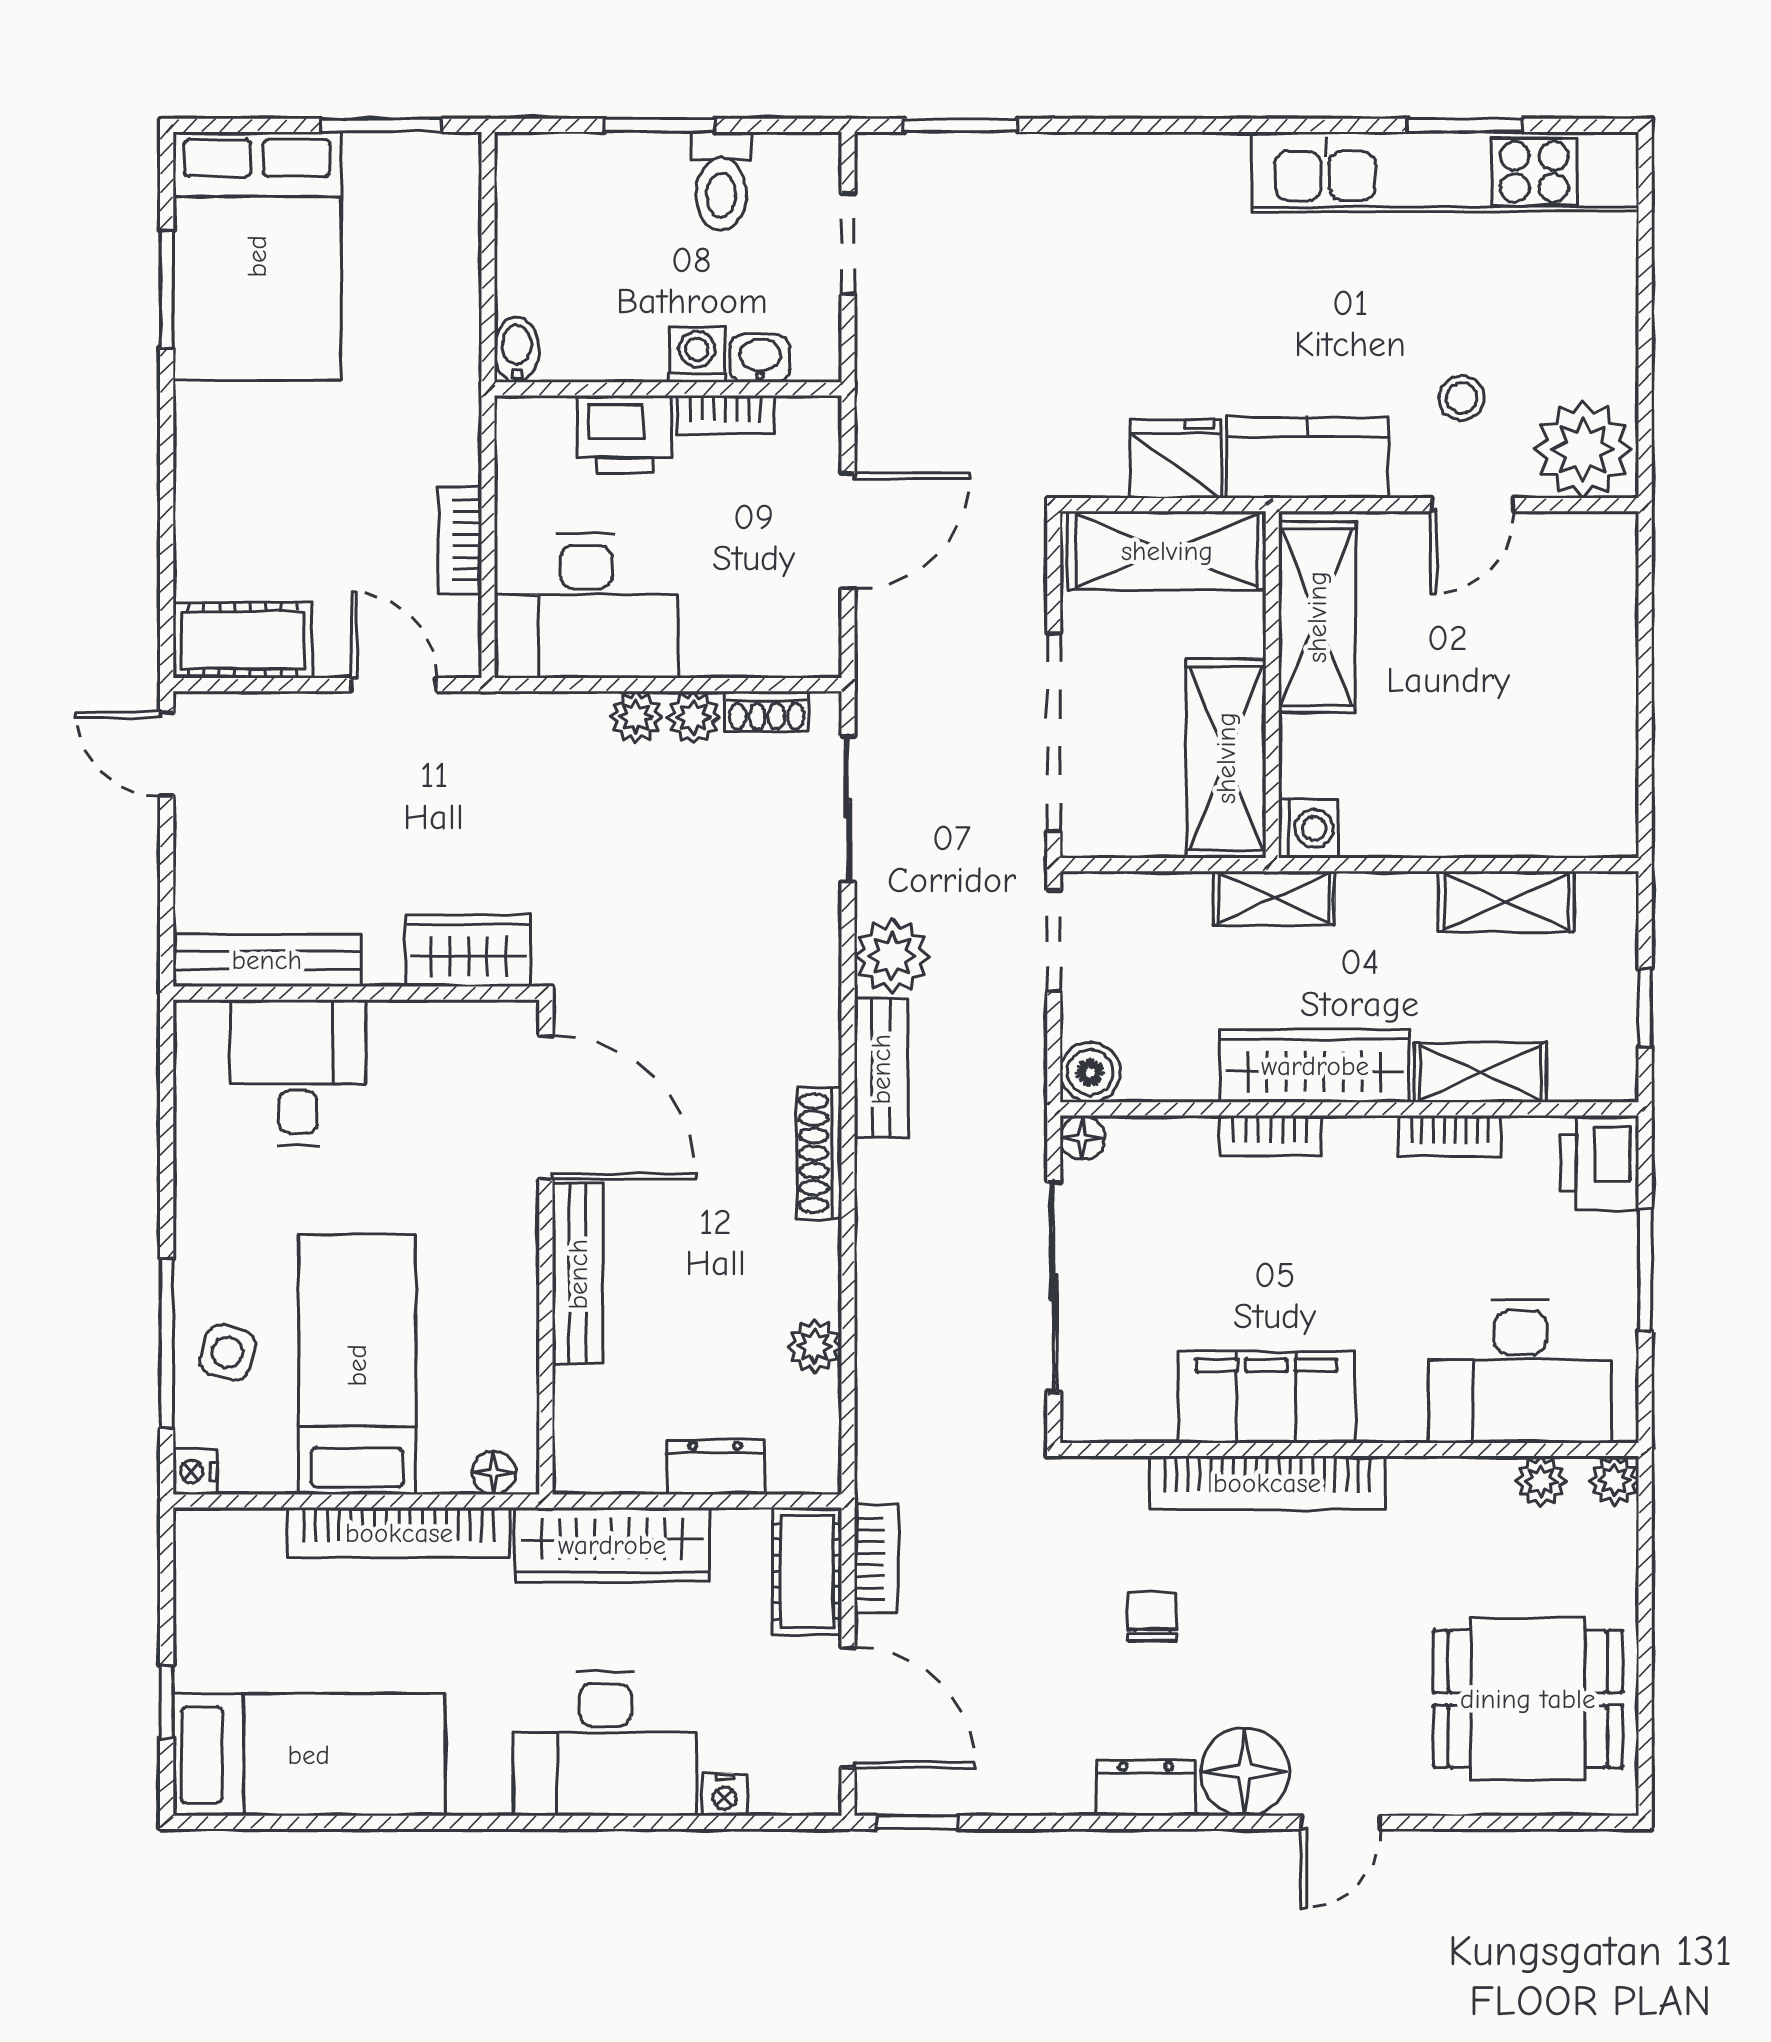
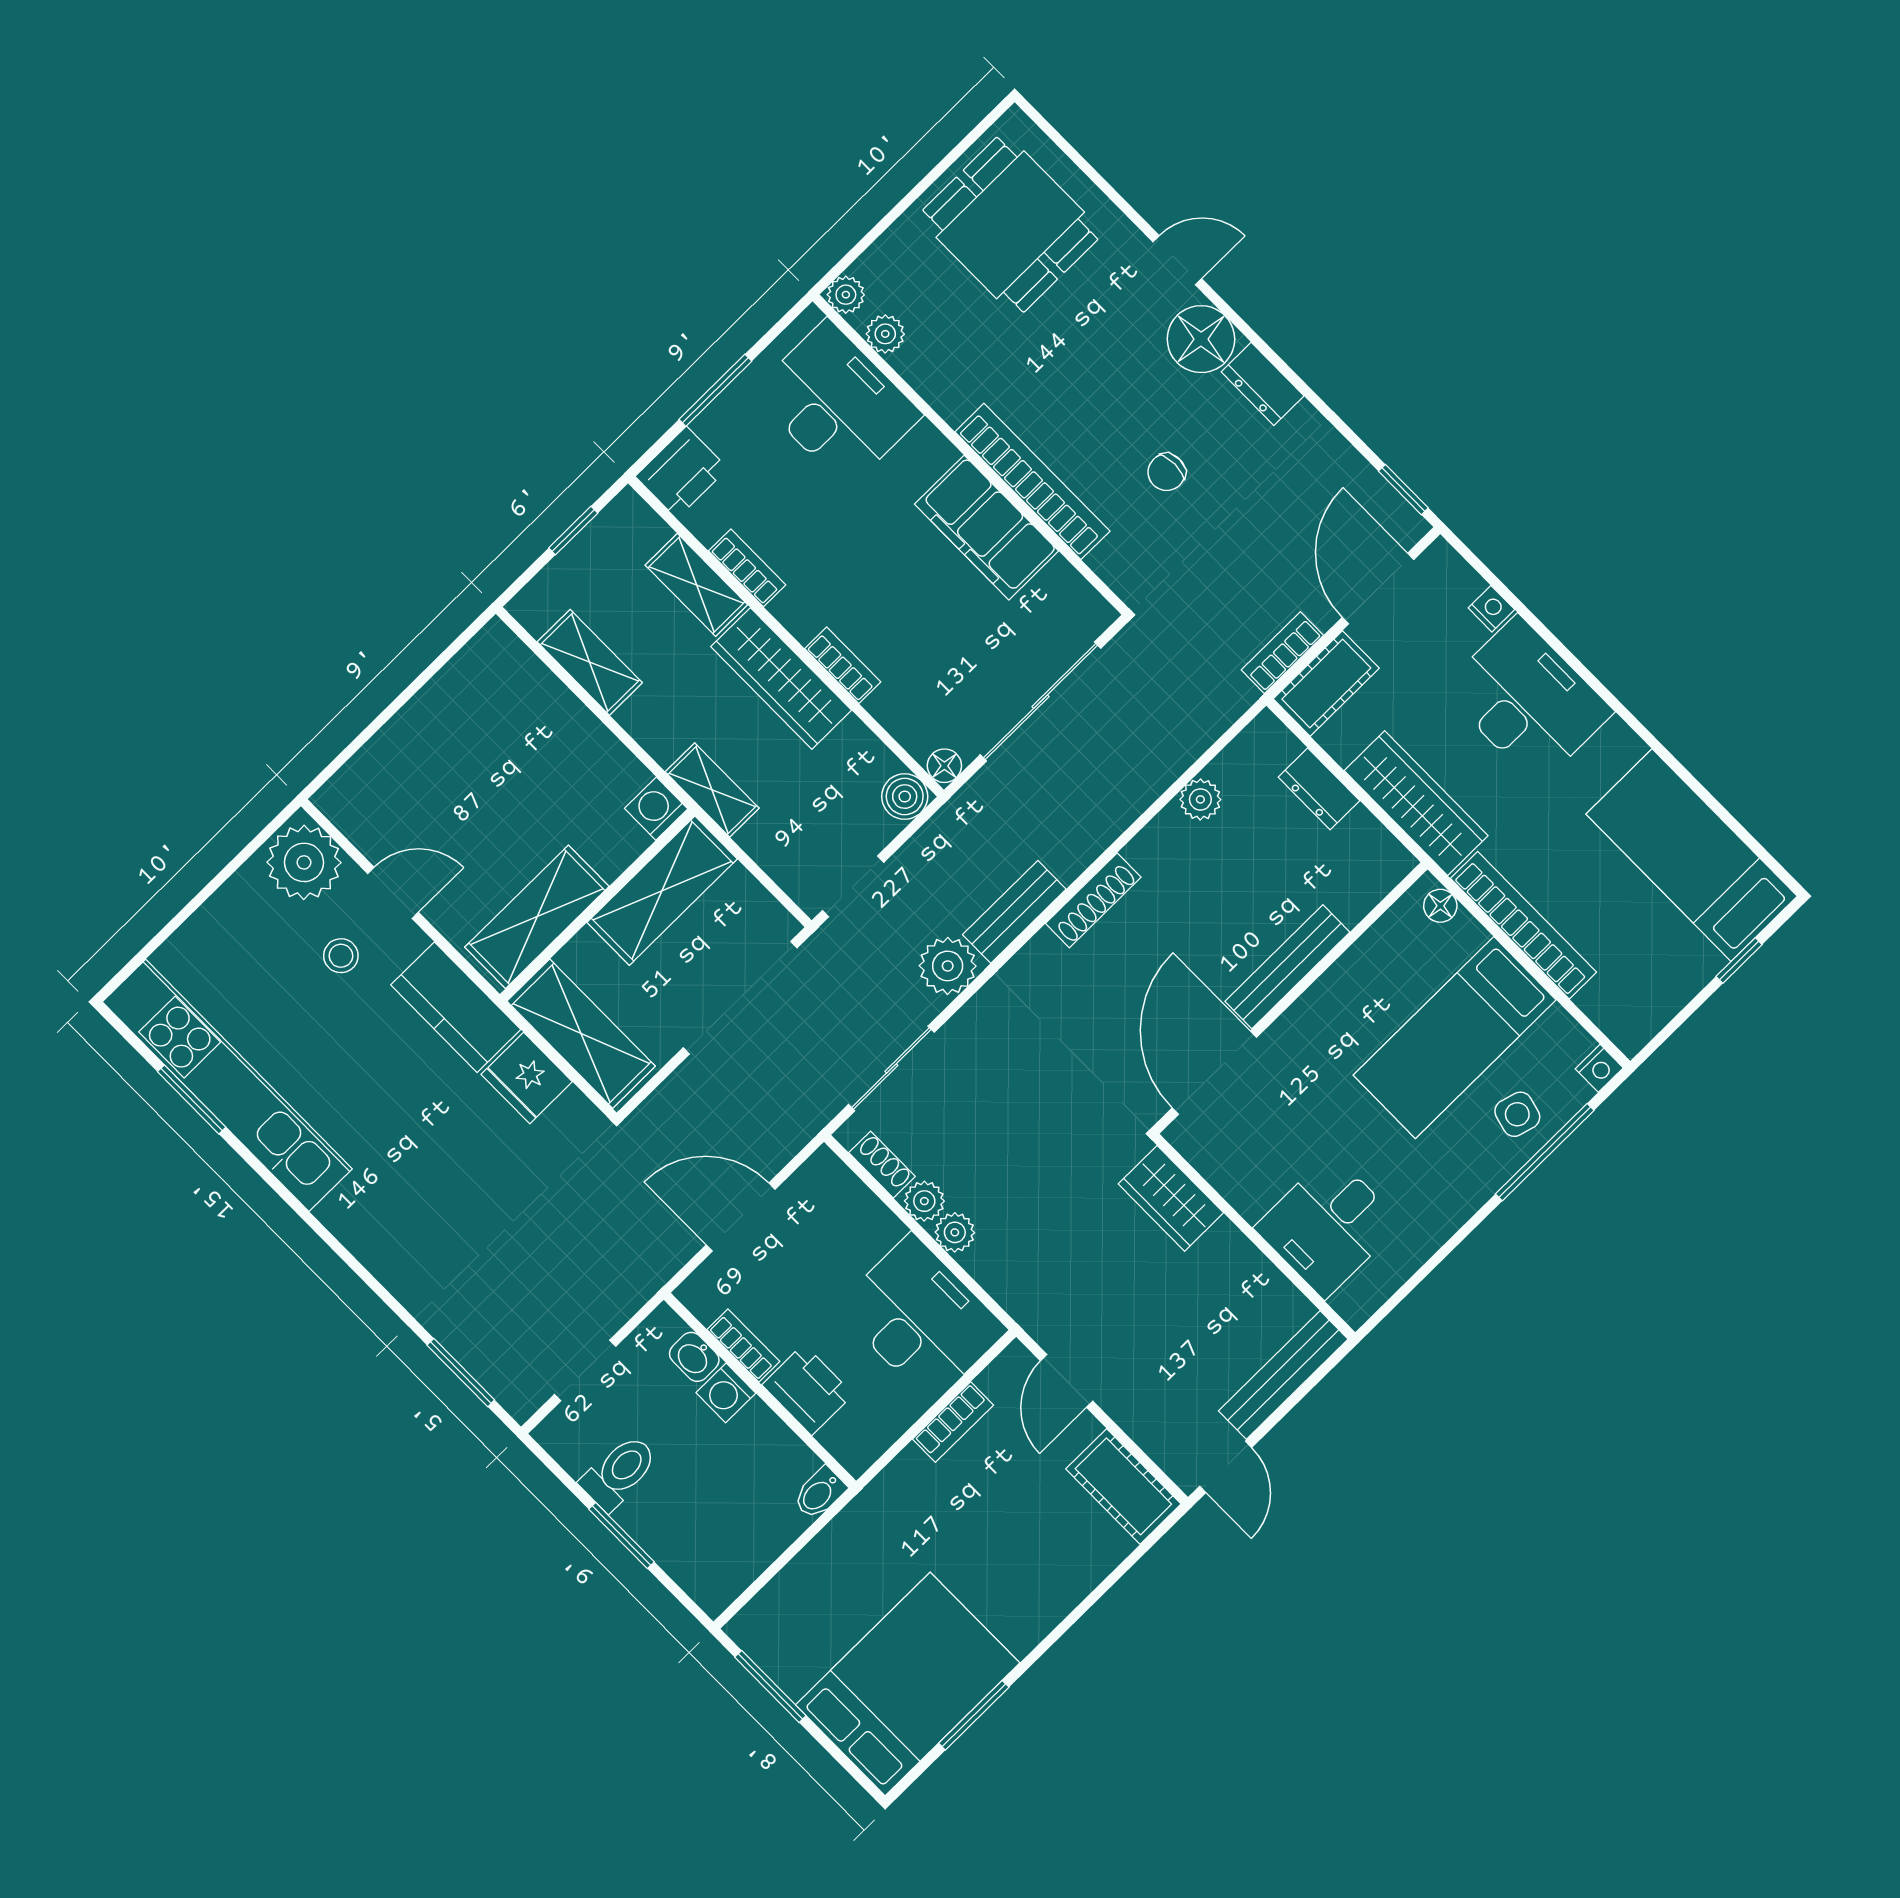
bench: (267, 960) -> (1283, 1375), moved, turned 90

